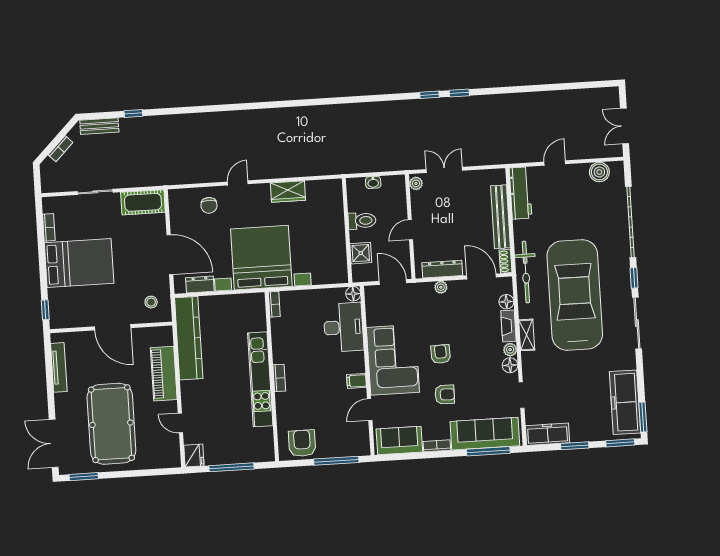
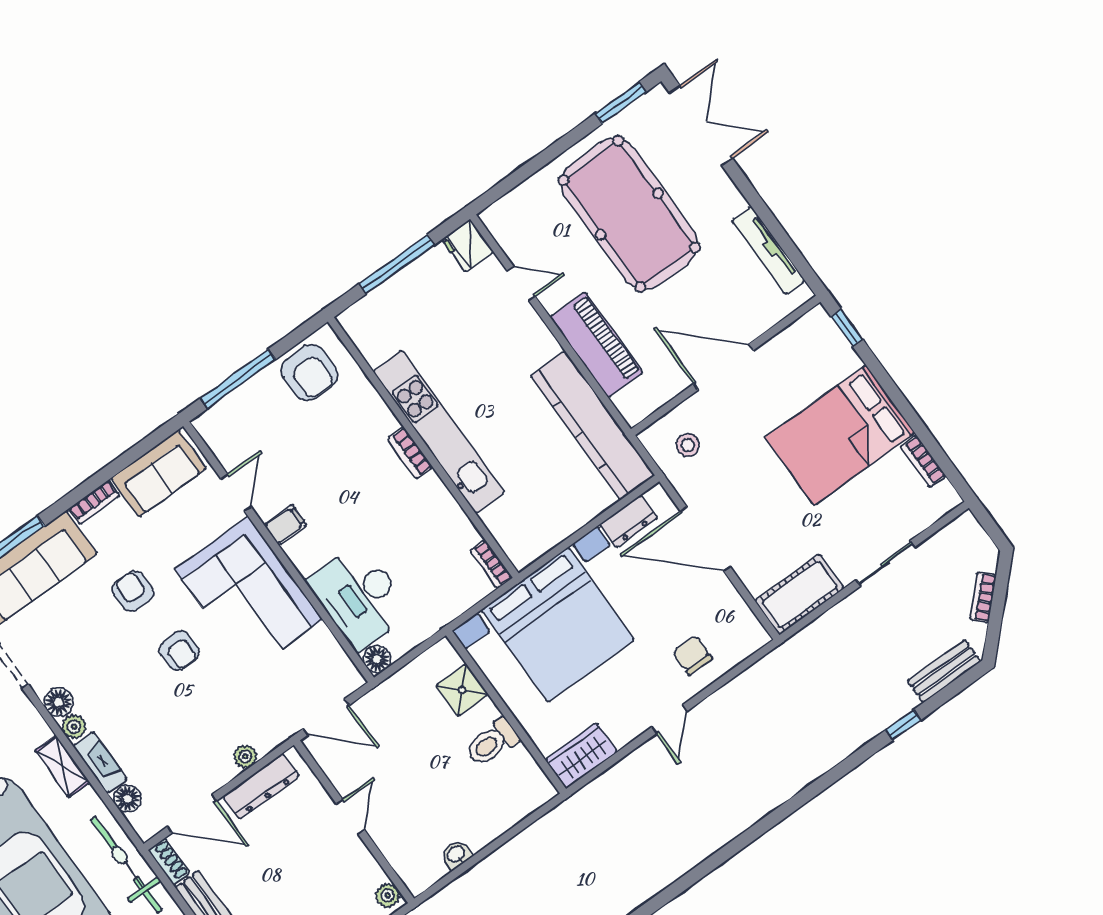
toilet: (362, 221) -> (492, 742), moved
wall: (347, 230) -> (506, 712), moved
shower: (361, 253) -> (462, 690), moved
armchair: (445, 394) -> (133, 591), turned 89

